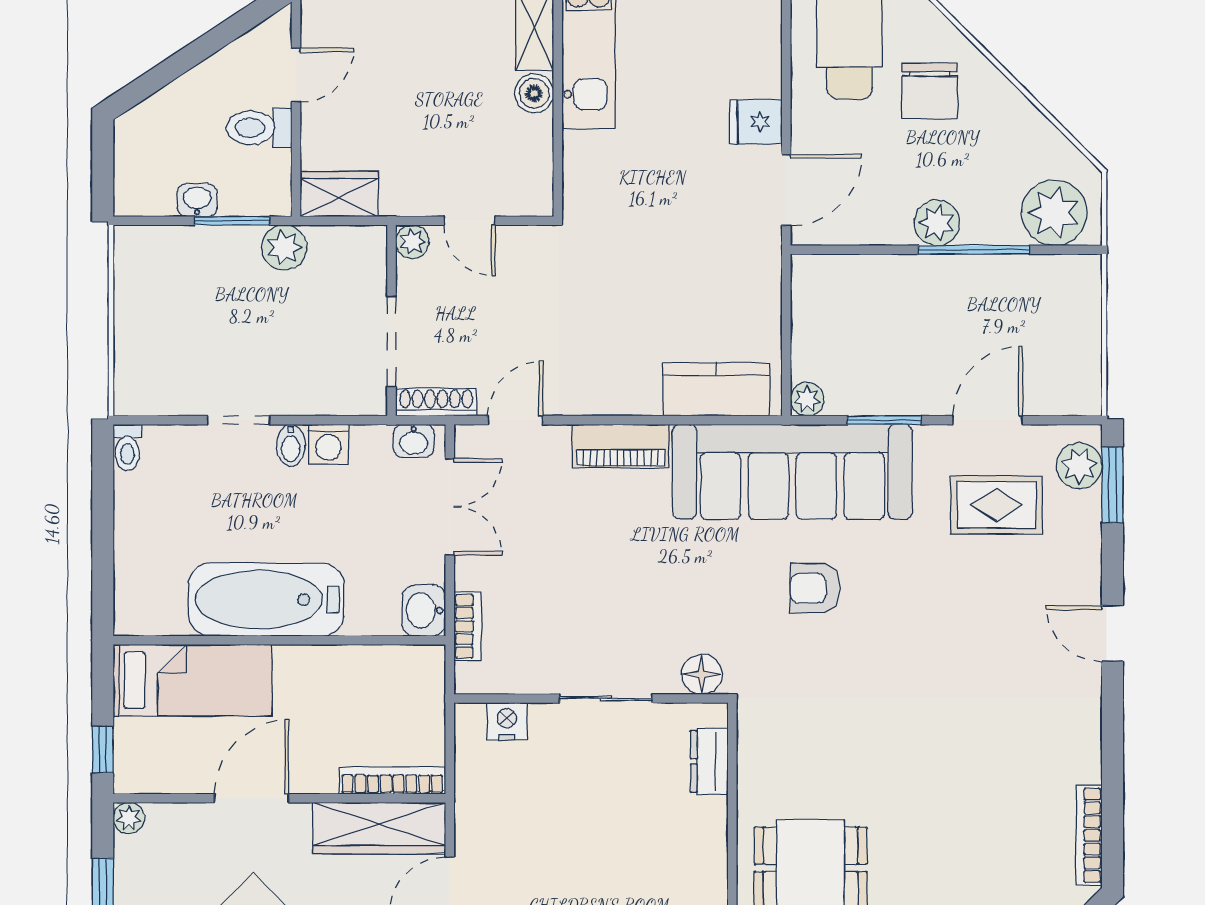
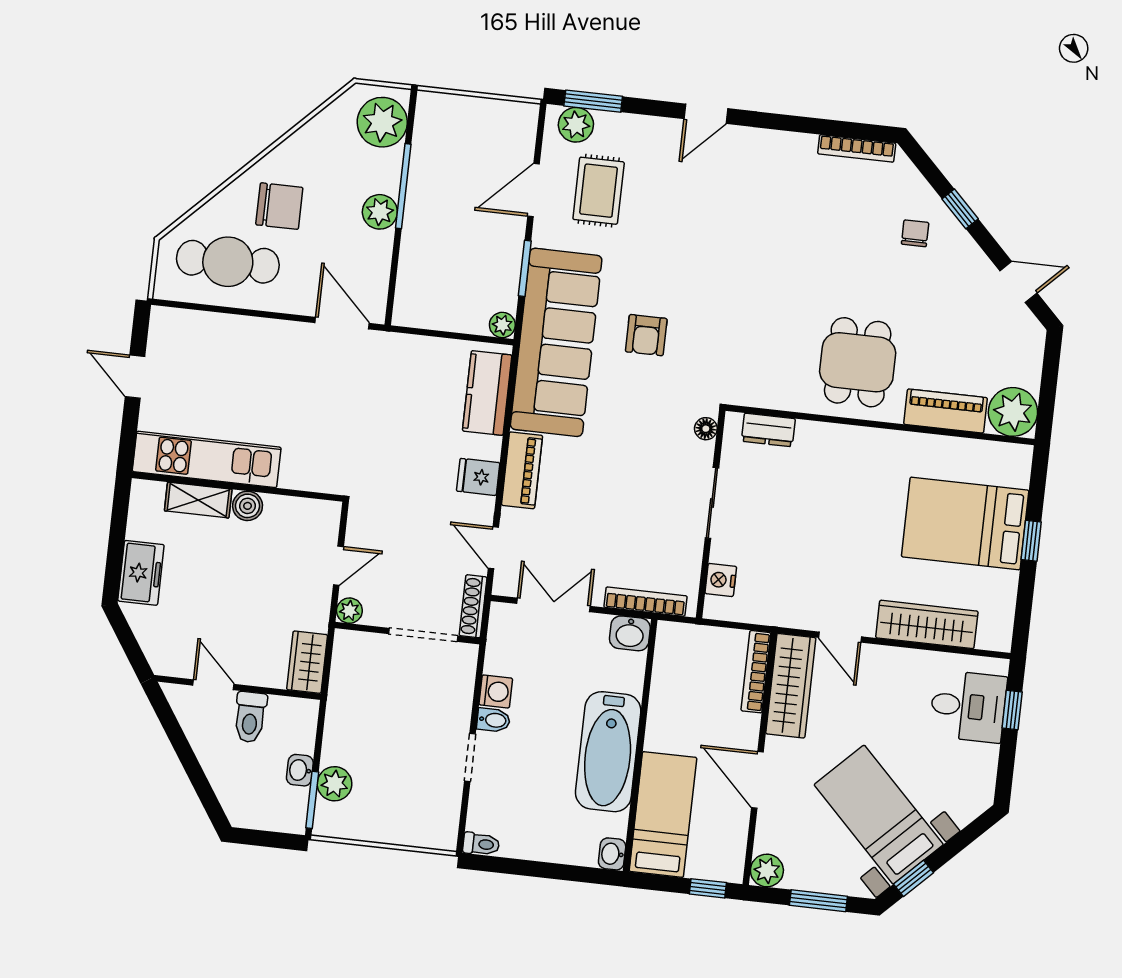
fridge: (756, 122) -> (478, 477), moved, turned 90
window: (232, 221) -> (312, 800), moved
plant: (284, 247) -> (334, 784), moved
door: (988, 420) -> (534, 190), hinge flipped
washbasin: (414, 441) -> (612, 854), moved, turned 180
bookcase: (467, 626) -> (645, 602), width x1.56
floor lamp: (702, 674) -> (706, 429), width x0.73, depth x0.73
plant: (129, 818) -> (767, 870), width x1.38, depth x1.38

